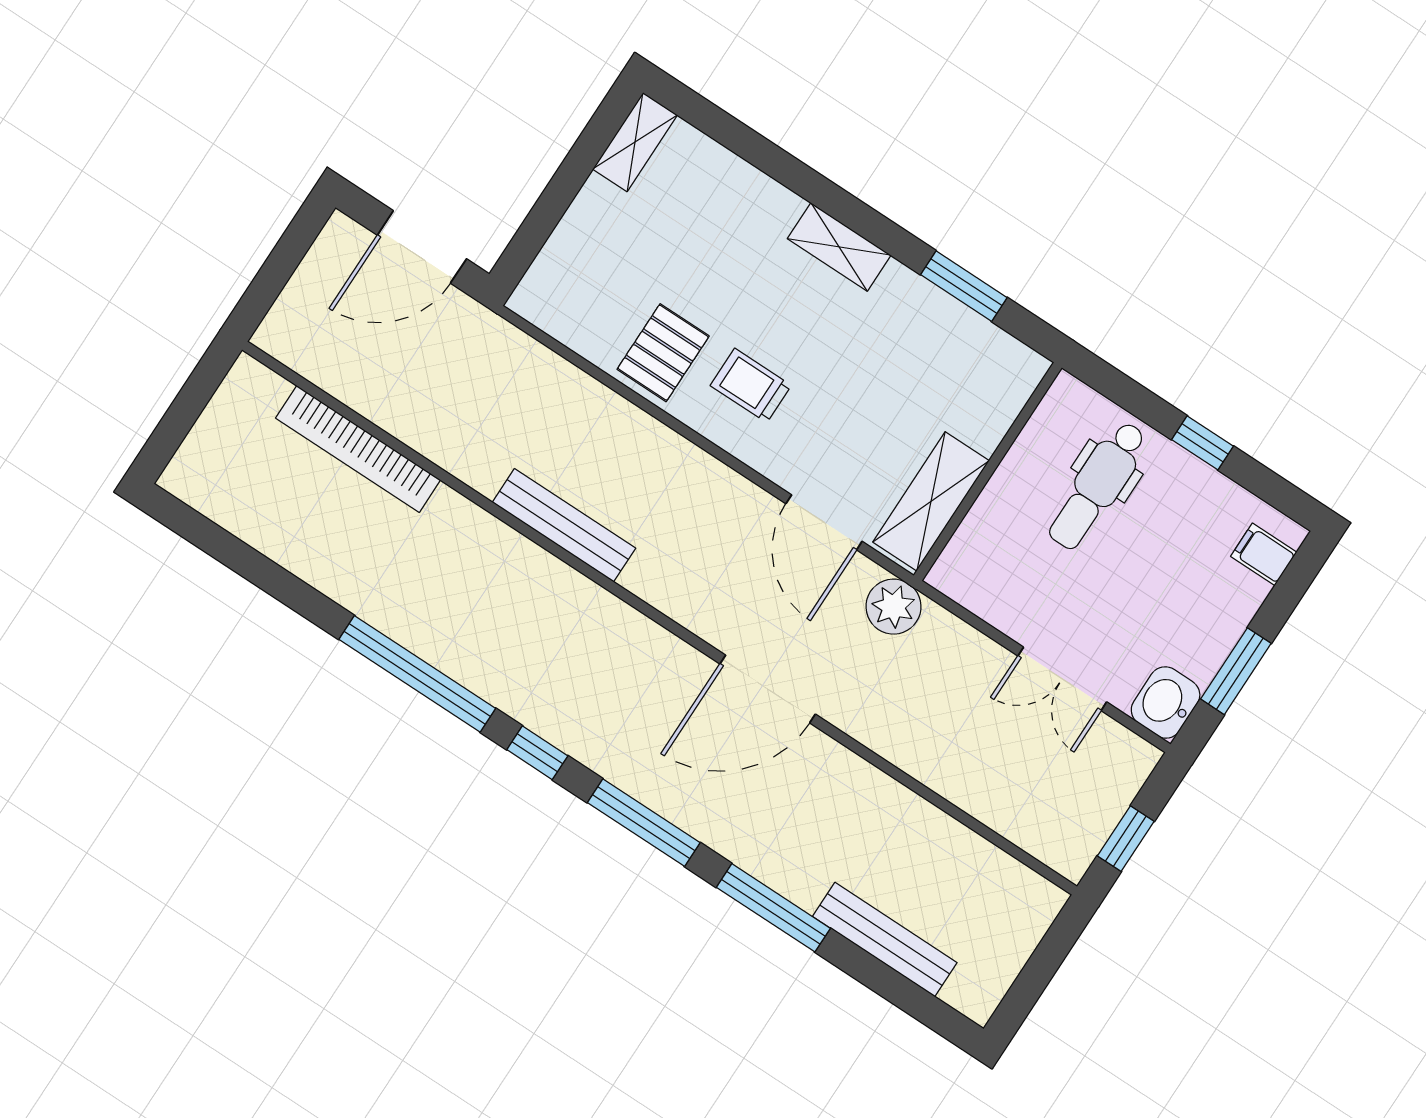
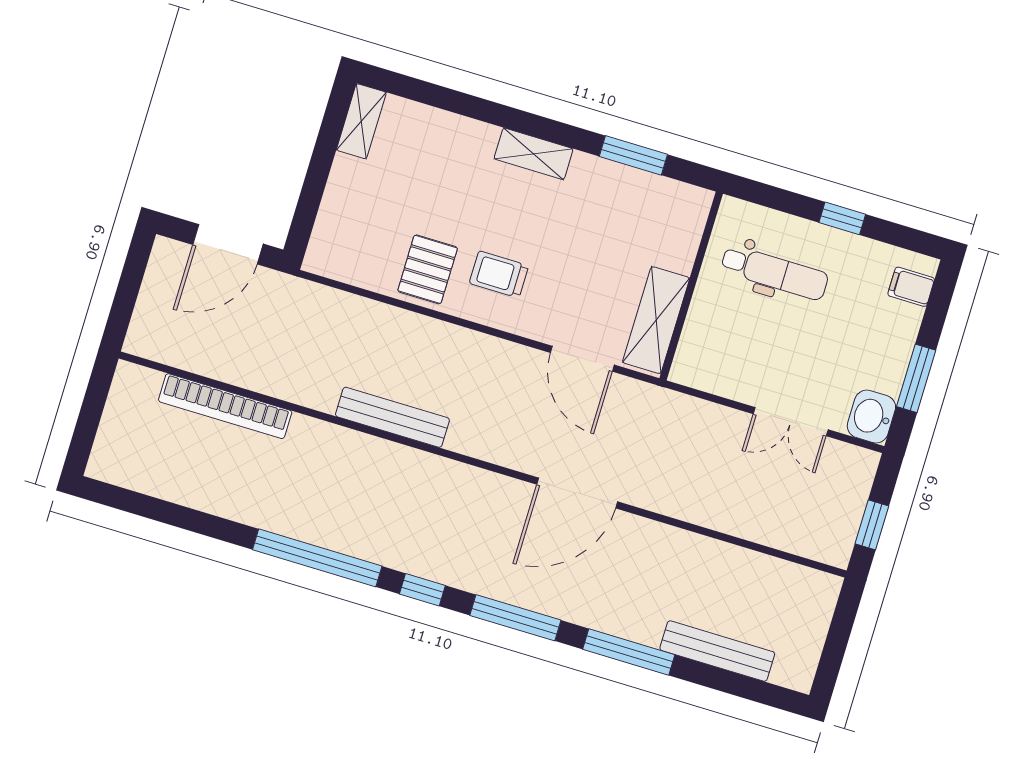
dental chair: (1098, 485) -> (775, 272), turned -90
plant: (893, 607) -> (651, 405), removed

